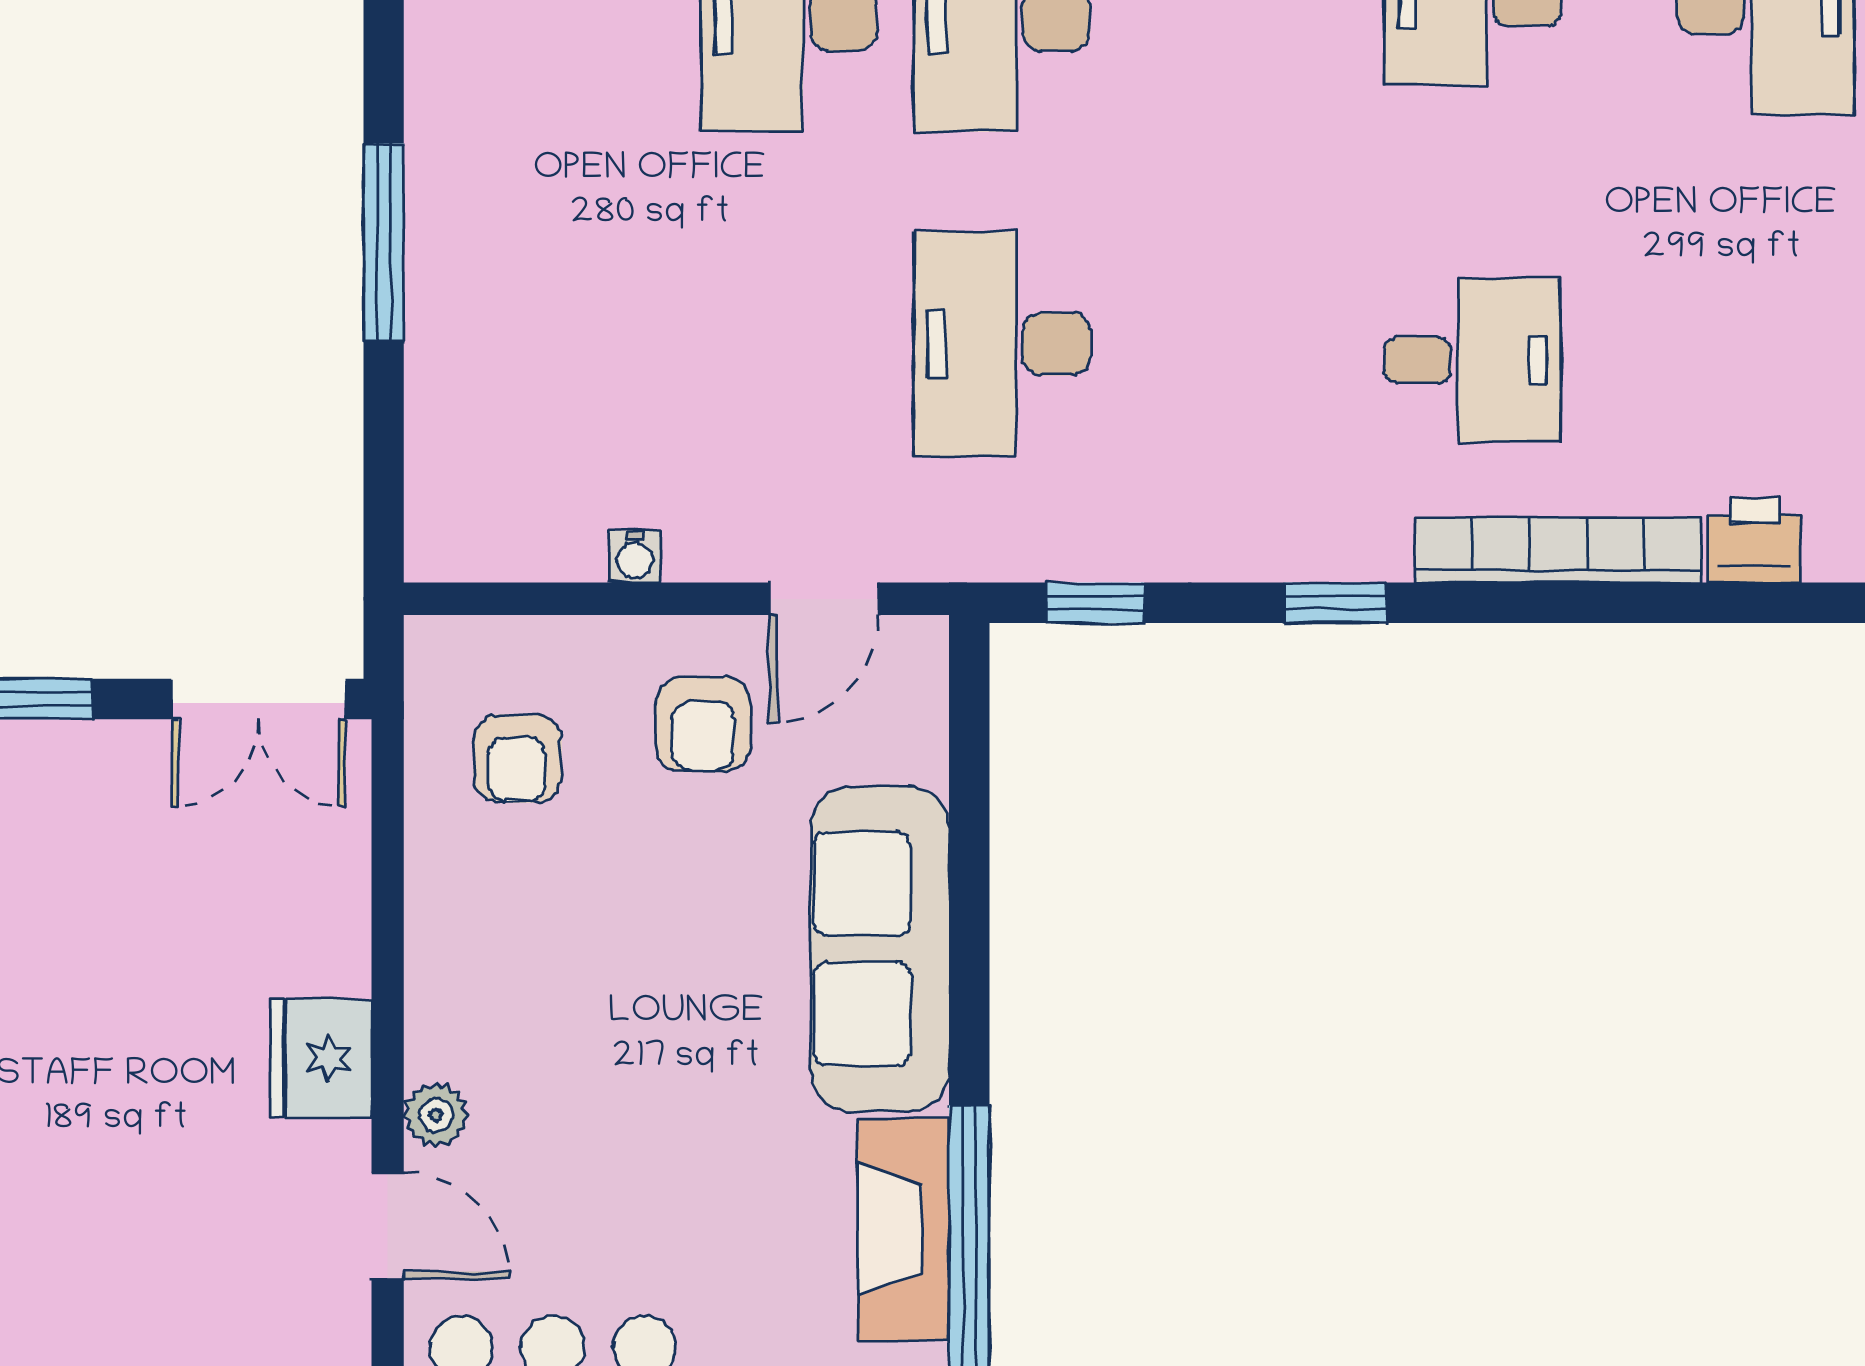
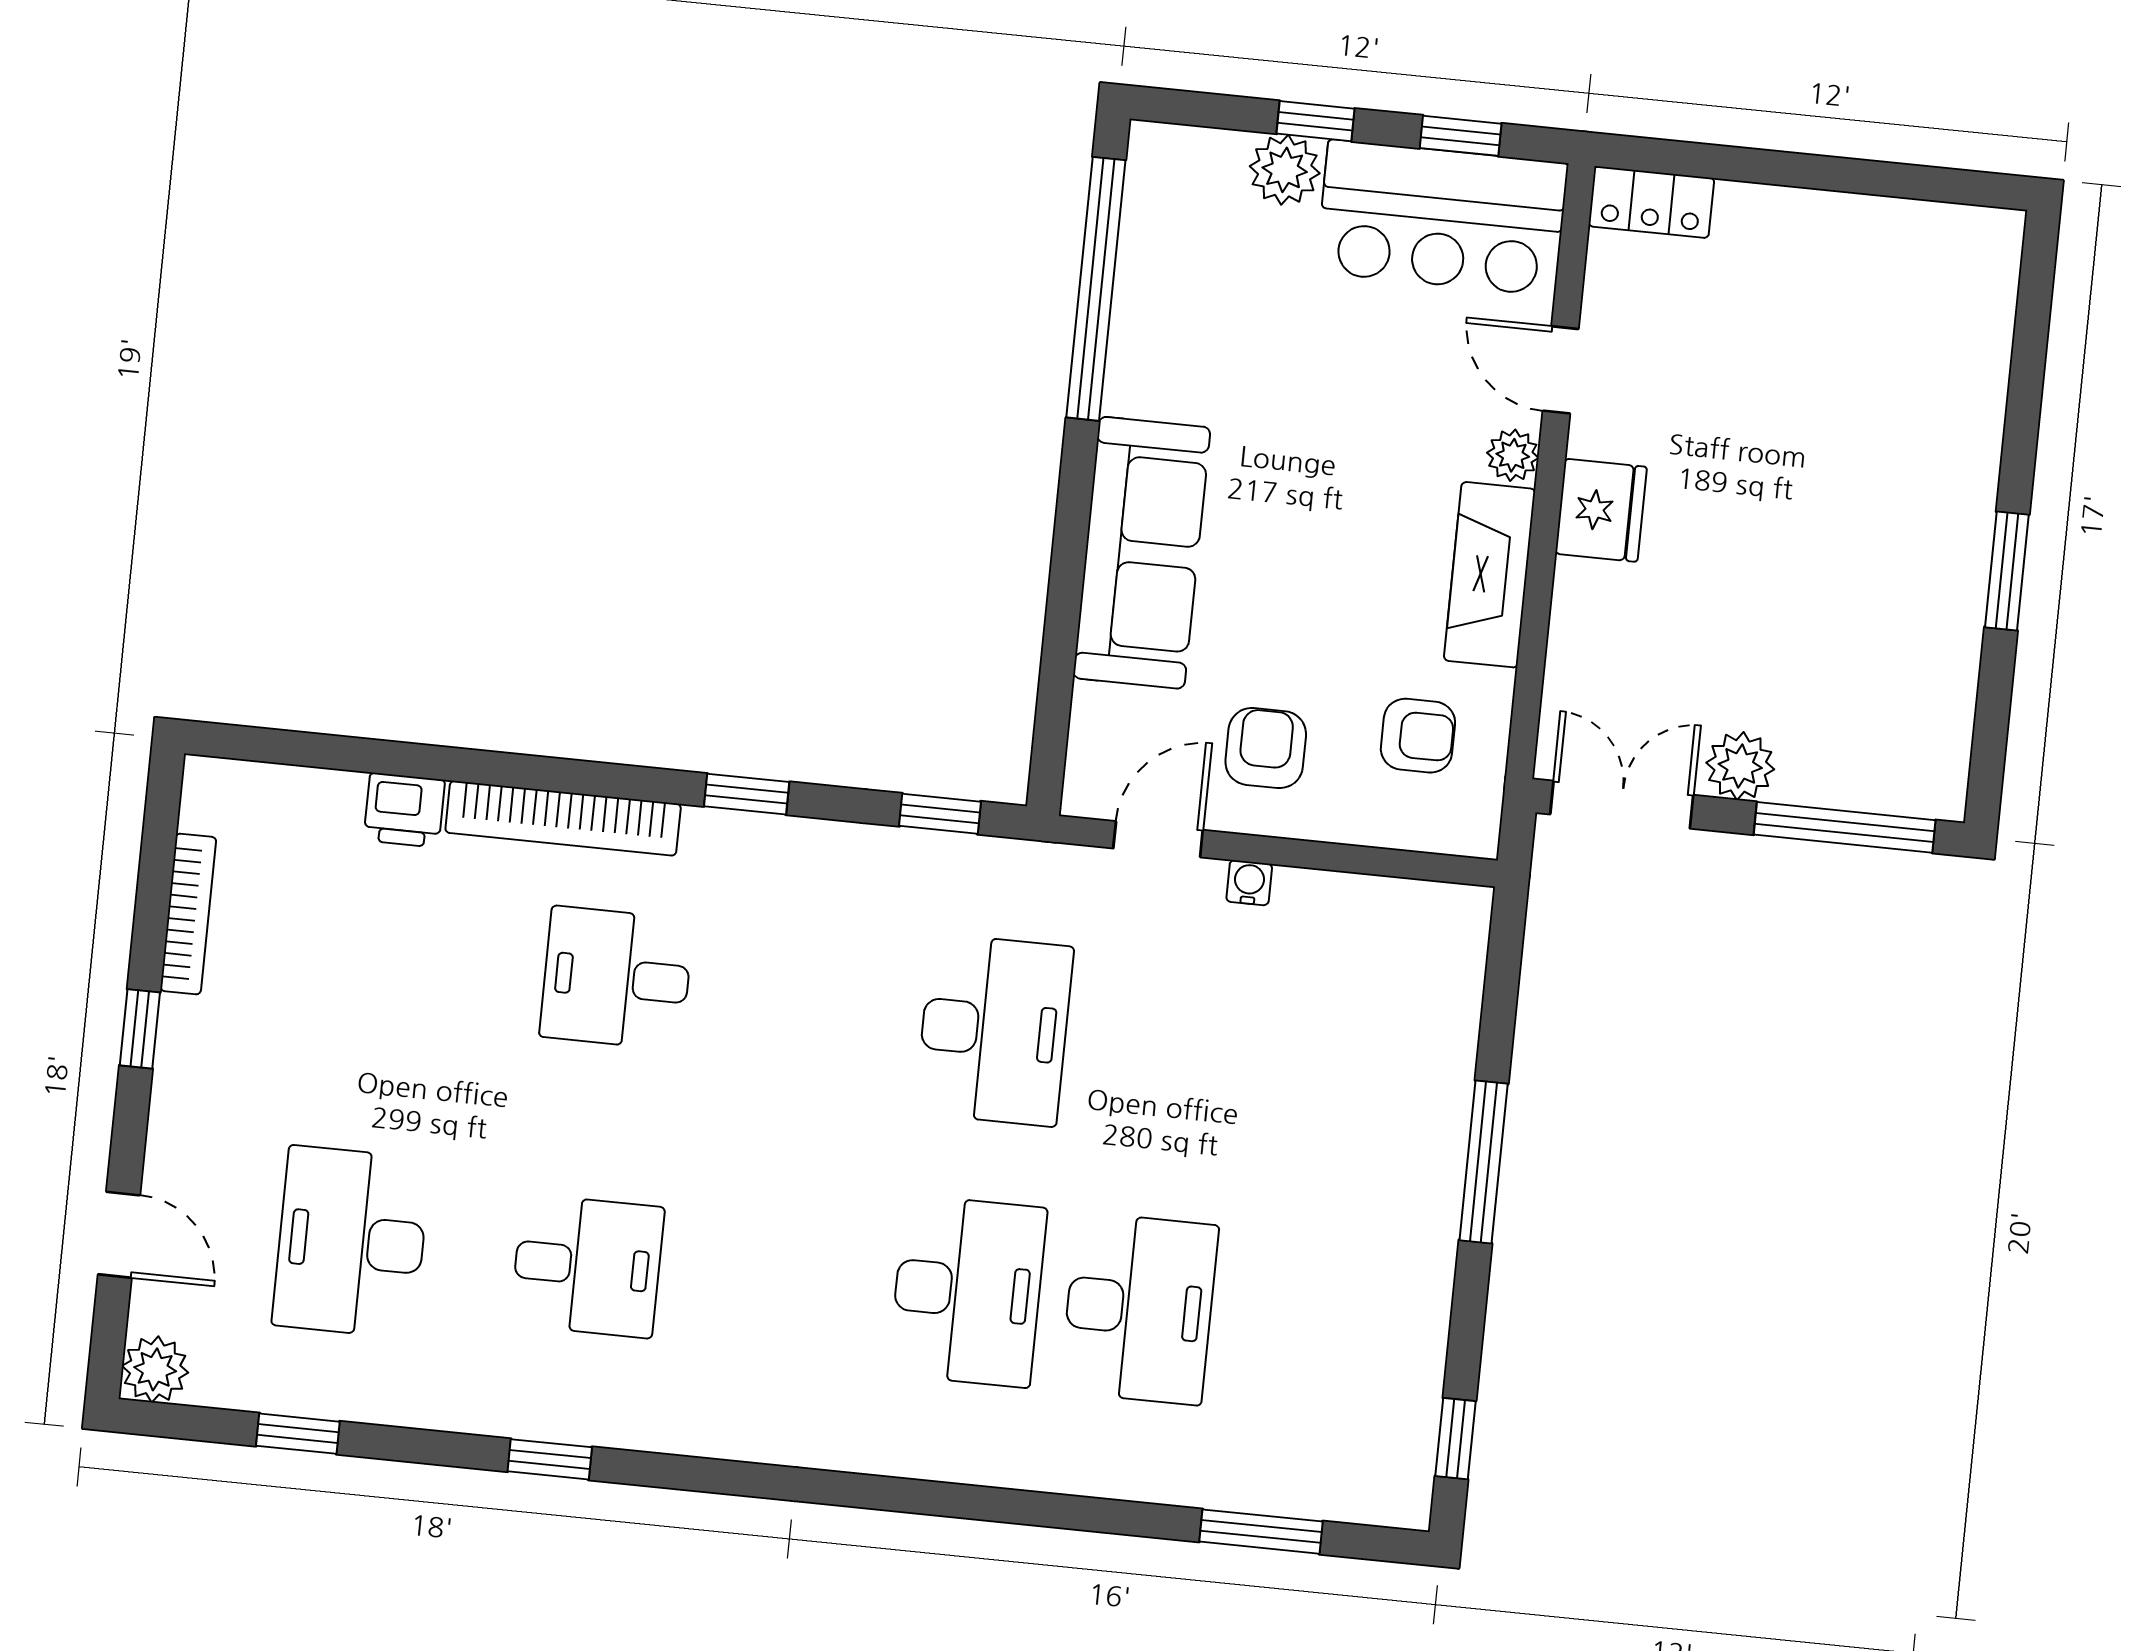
water cooler: (635, 557) -> (1249, 883), moved
armchair: (518, 758) -> (1418, 736), turned 90
plant: (118, 761) -> (1740, 766), added
fireplace: (903, 1229) -> (1490, 575), moved, turned 180

